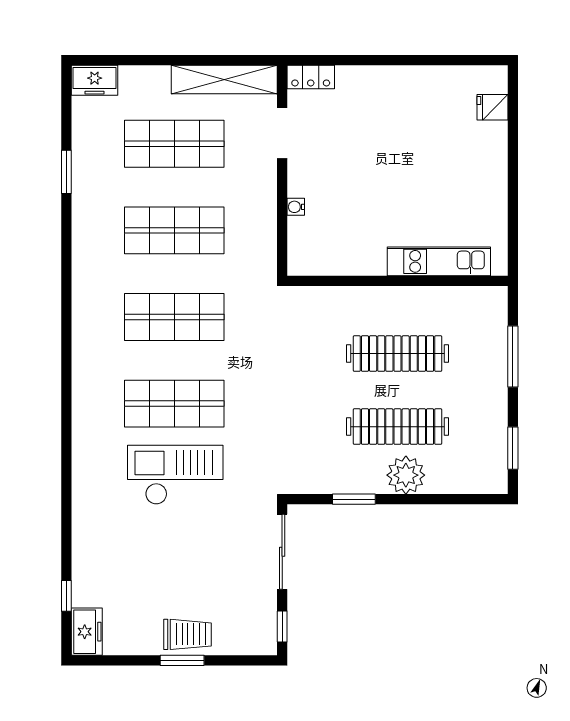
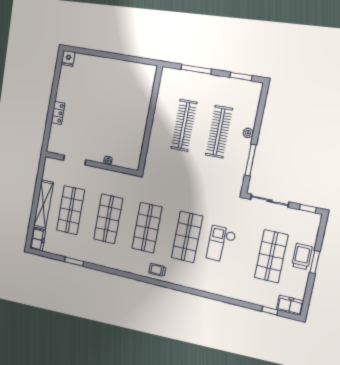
locker: (311, 77) -> (58, 113), moved
shelving: (224, 80) -> (43, 205), moved
fridge: (492, 107) -> (68, 58), moved
kitchen unit: (439, 261) -> (145, 98), removed
trolley: (92, 355) -> (157, 270), added
checkout: (175, 475) -> (221, 244), width x0.73, depth x0.83
plant: (406, 475) -> (248, 133), width x0.53, depth x0.53
window: (354, 499) -> (250, 160), width x1.44
shop shelf: (174, 577) -> (271, 256), added

